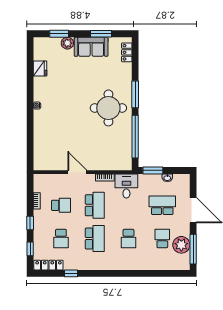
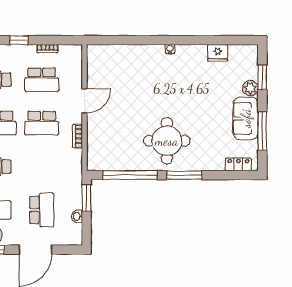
window: (101, 34) -> (262, 131), width x1.44
desk: (126, 186) -> (67, 164), removed
school desk: (61, 205) -> (42, 80), width x1.85

